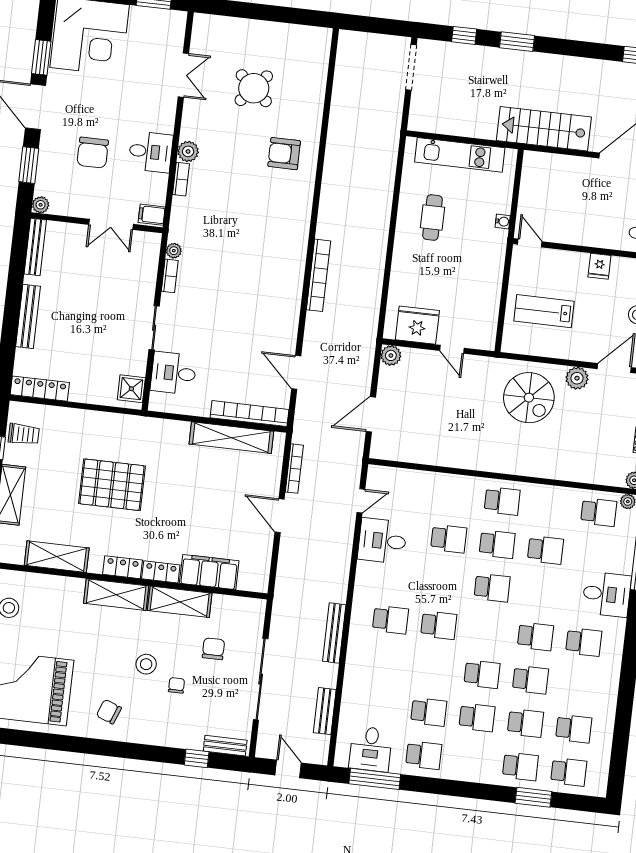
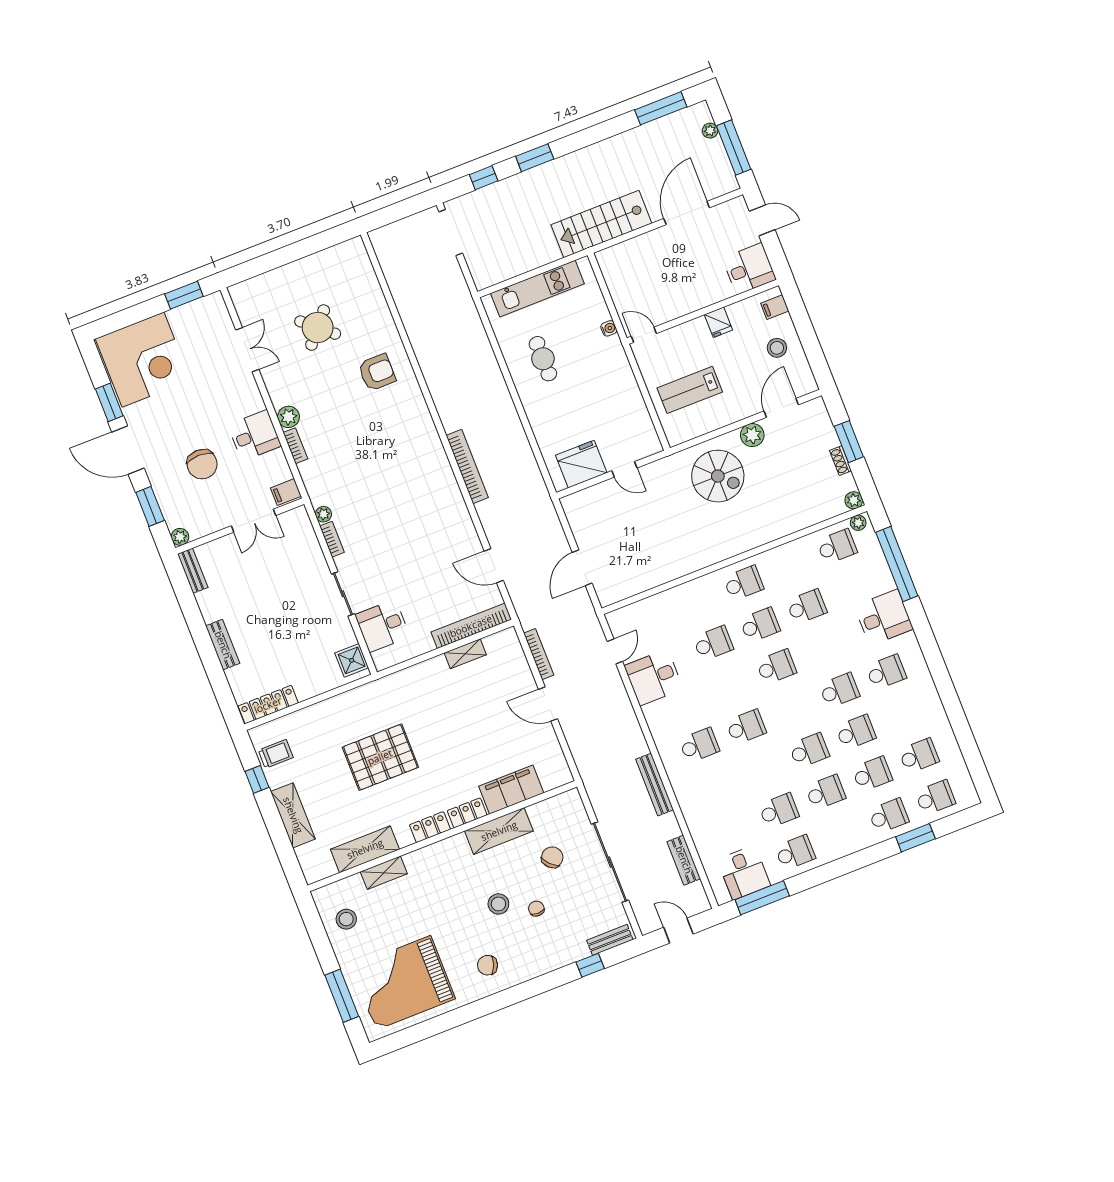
armchair: (284, 154) -> (377, 372), turned 180
bench: (35, 247) -> (193, 571), width x0.73
bench: (28, 316) -> (223, 645), width x0.73
plant: (391, 355) -> (572, 504), removed
shelving: (231, 438) -> (465, 654), width x0.45, depth x0.75
shelving: (116, 595) -> (384, 873), moved, width x0.67, depth x0.75
chair: (213, 649) -> (552, 857), turned 46

